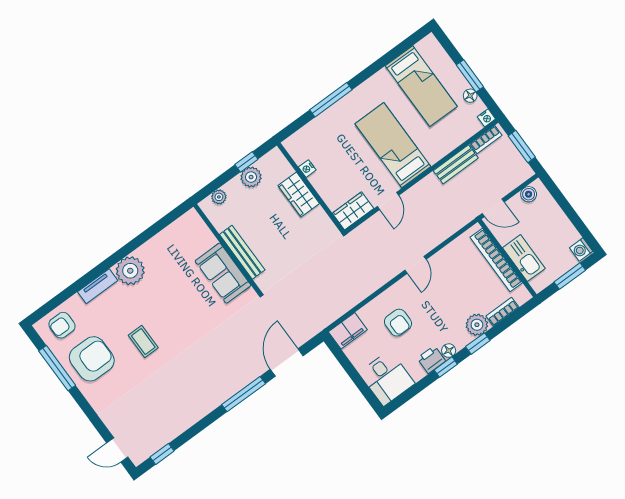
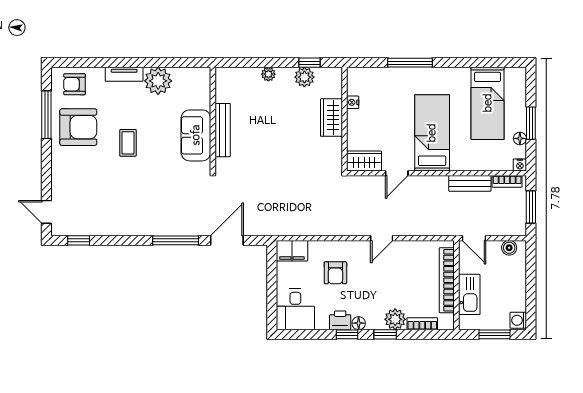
wall: (227, 249) -> (213, 119), moved
bench: (242, 252) -> (223, 130), moved
sofa: (223, 273) -> (196, 135), moved

